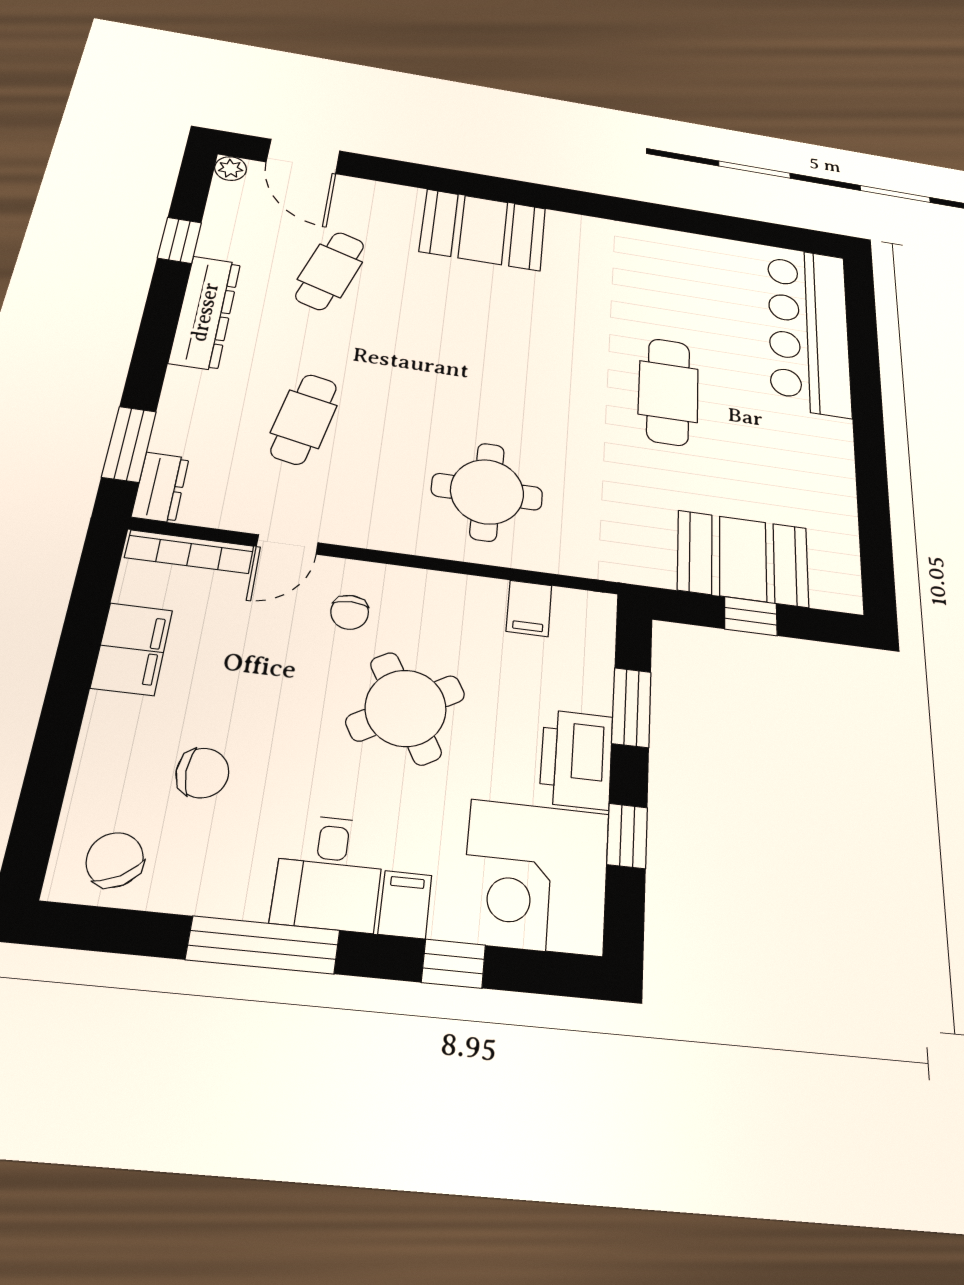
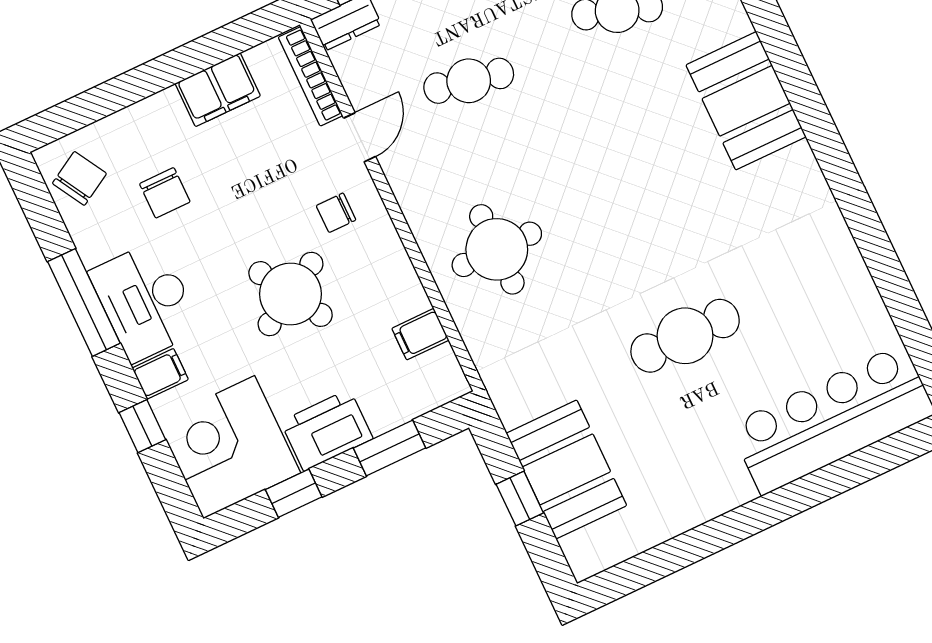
door: (287, 544) -> (360, 137), swing flipped
desk: (329, 873) -> (145, 301), width x1.37

